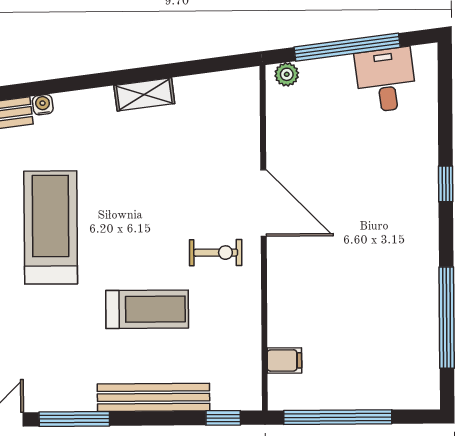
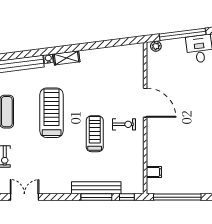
shelving: (144, 94) -> (66, 58), moved
treadmill: (147, 309) -> (95, 134), moved, turned -90
window: (74, 419) -> (96, 197), moved

